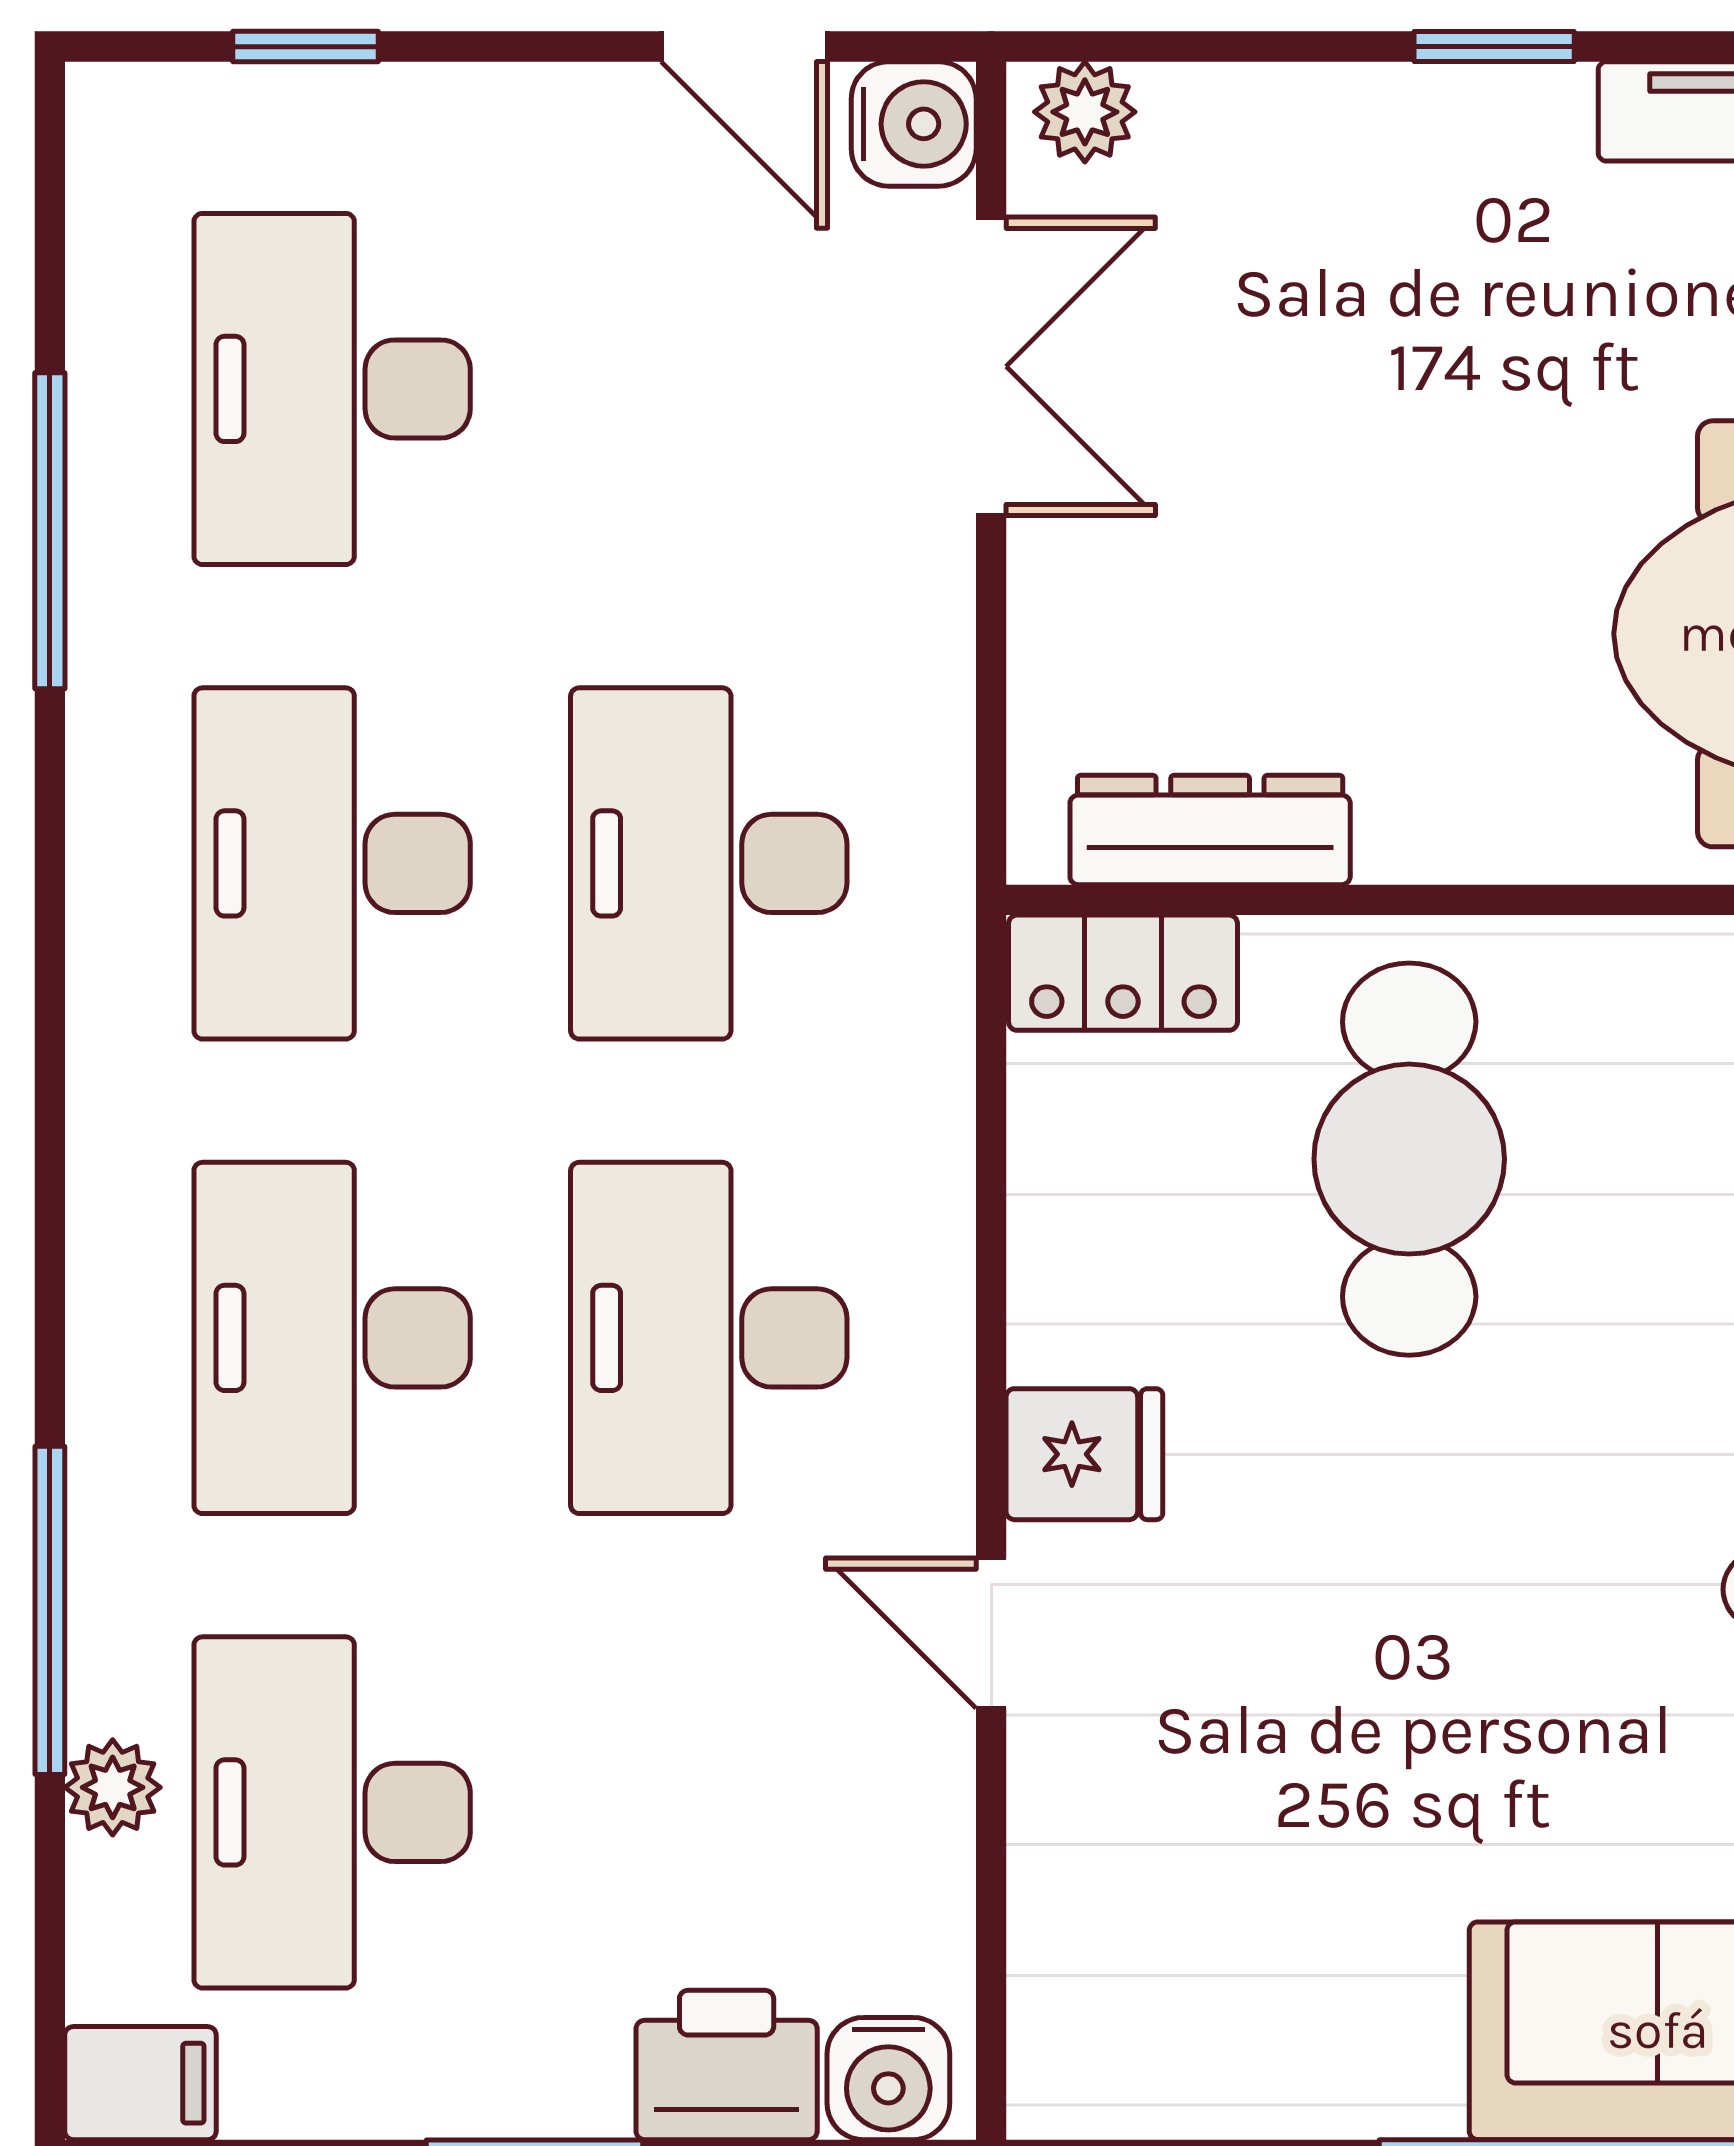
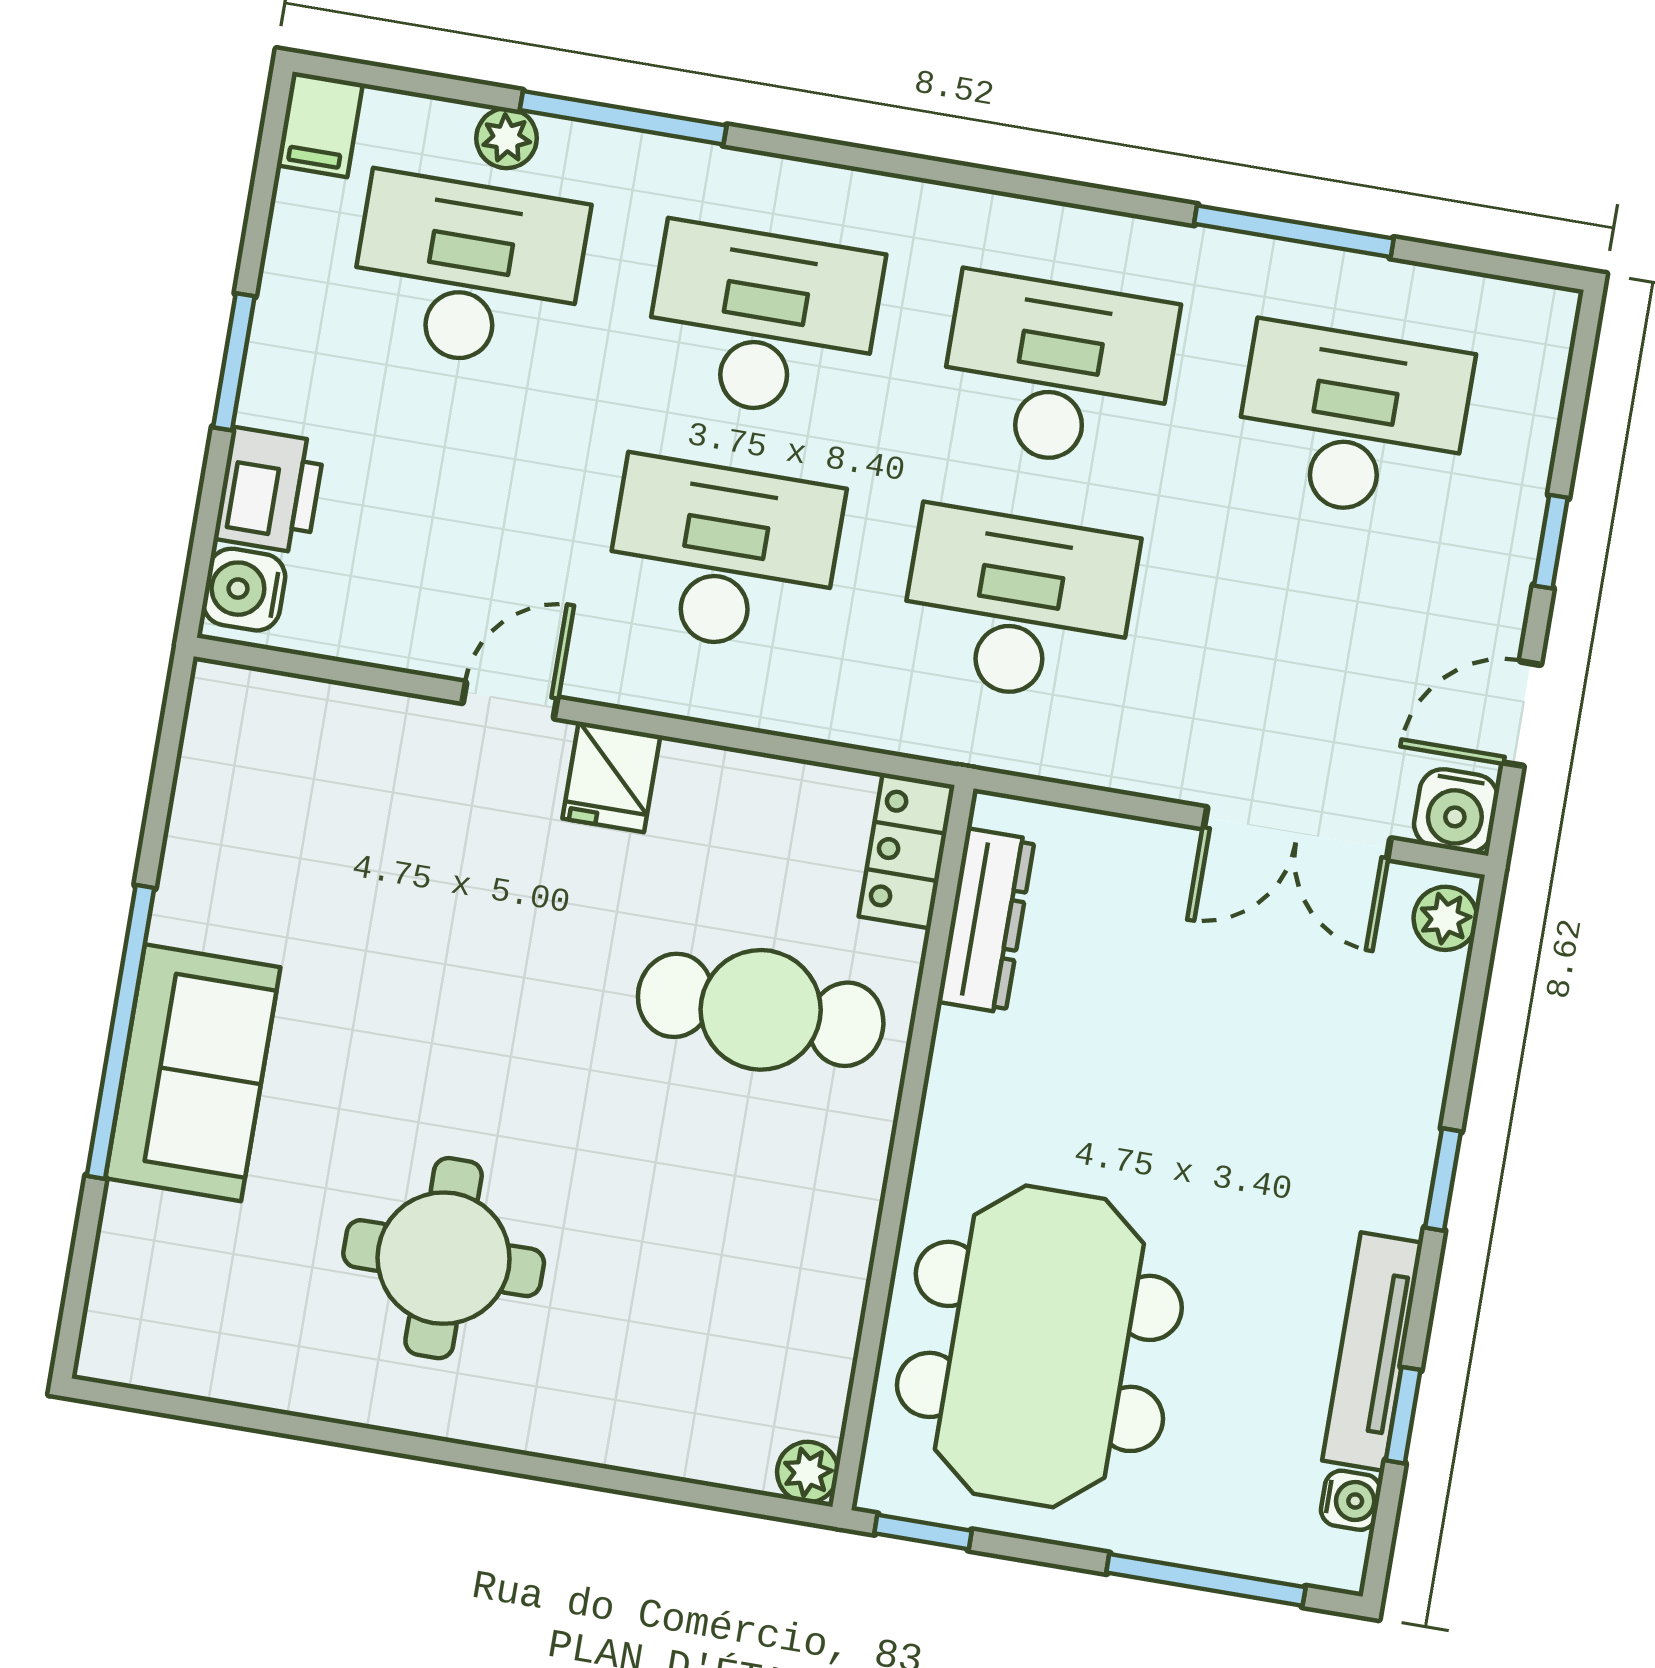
window: (305, 47) -> (1551, 542), moved

